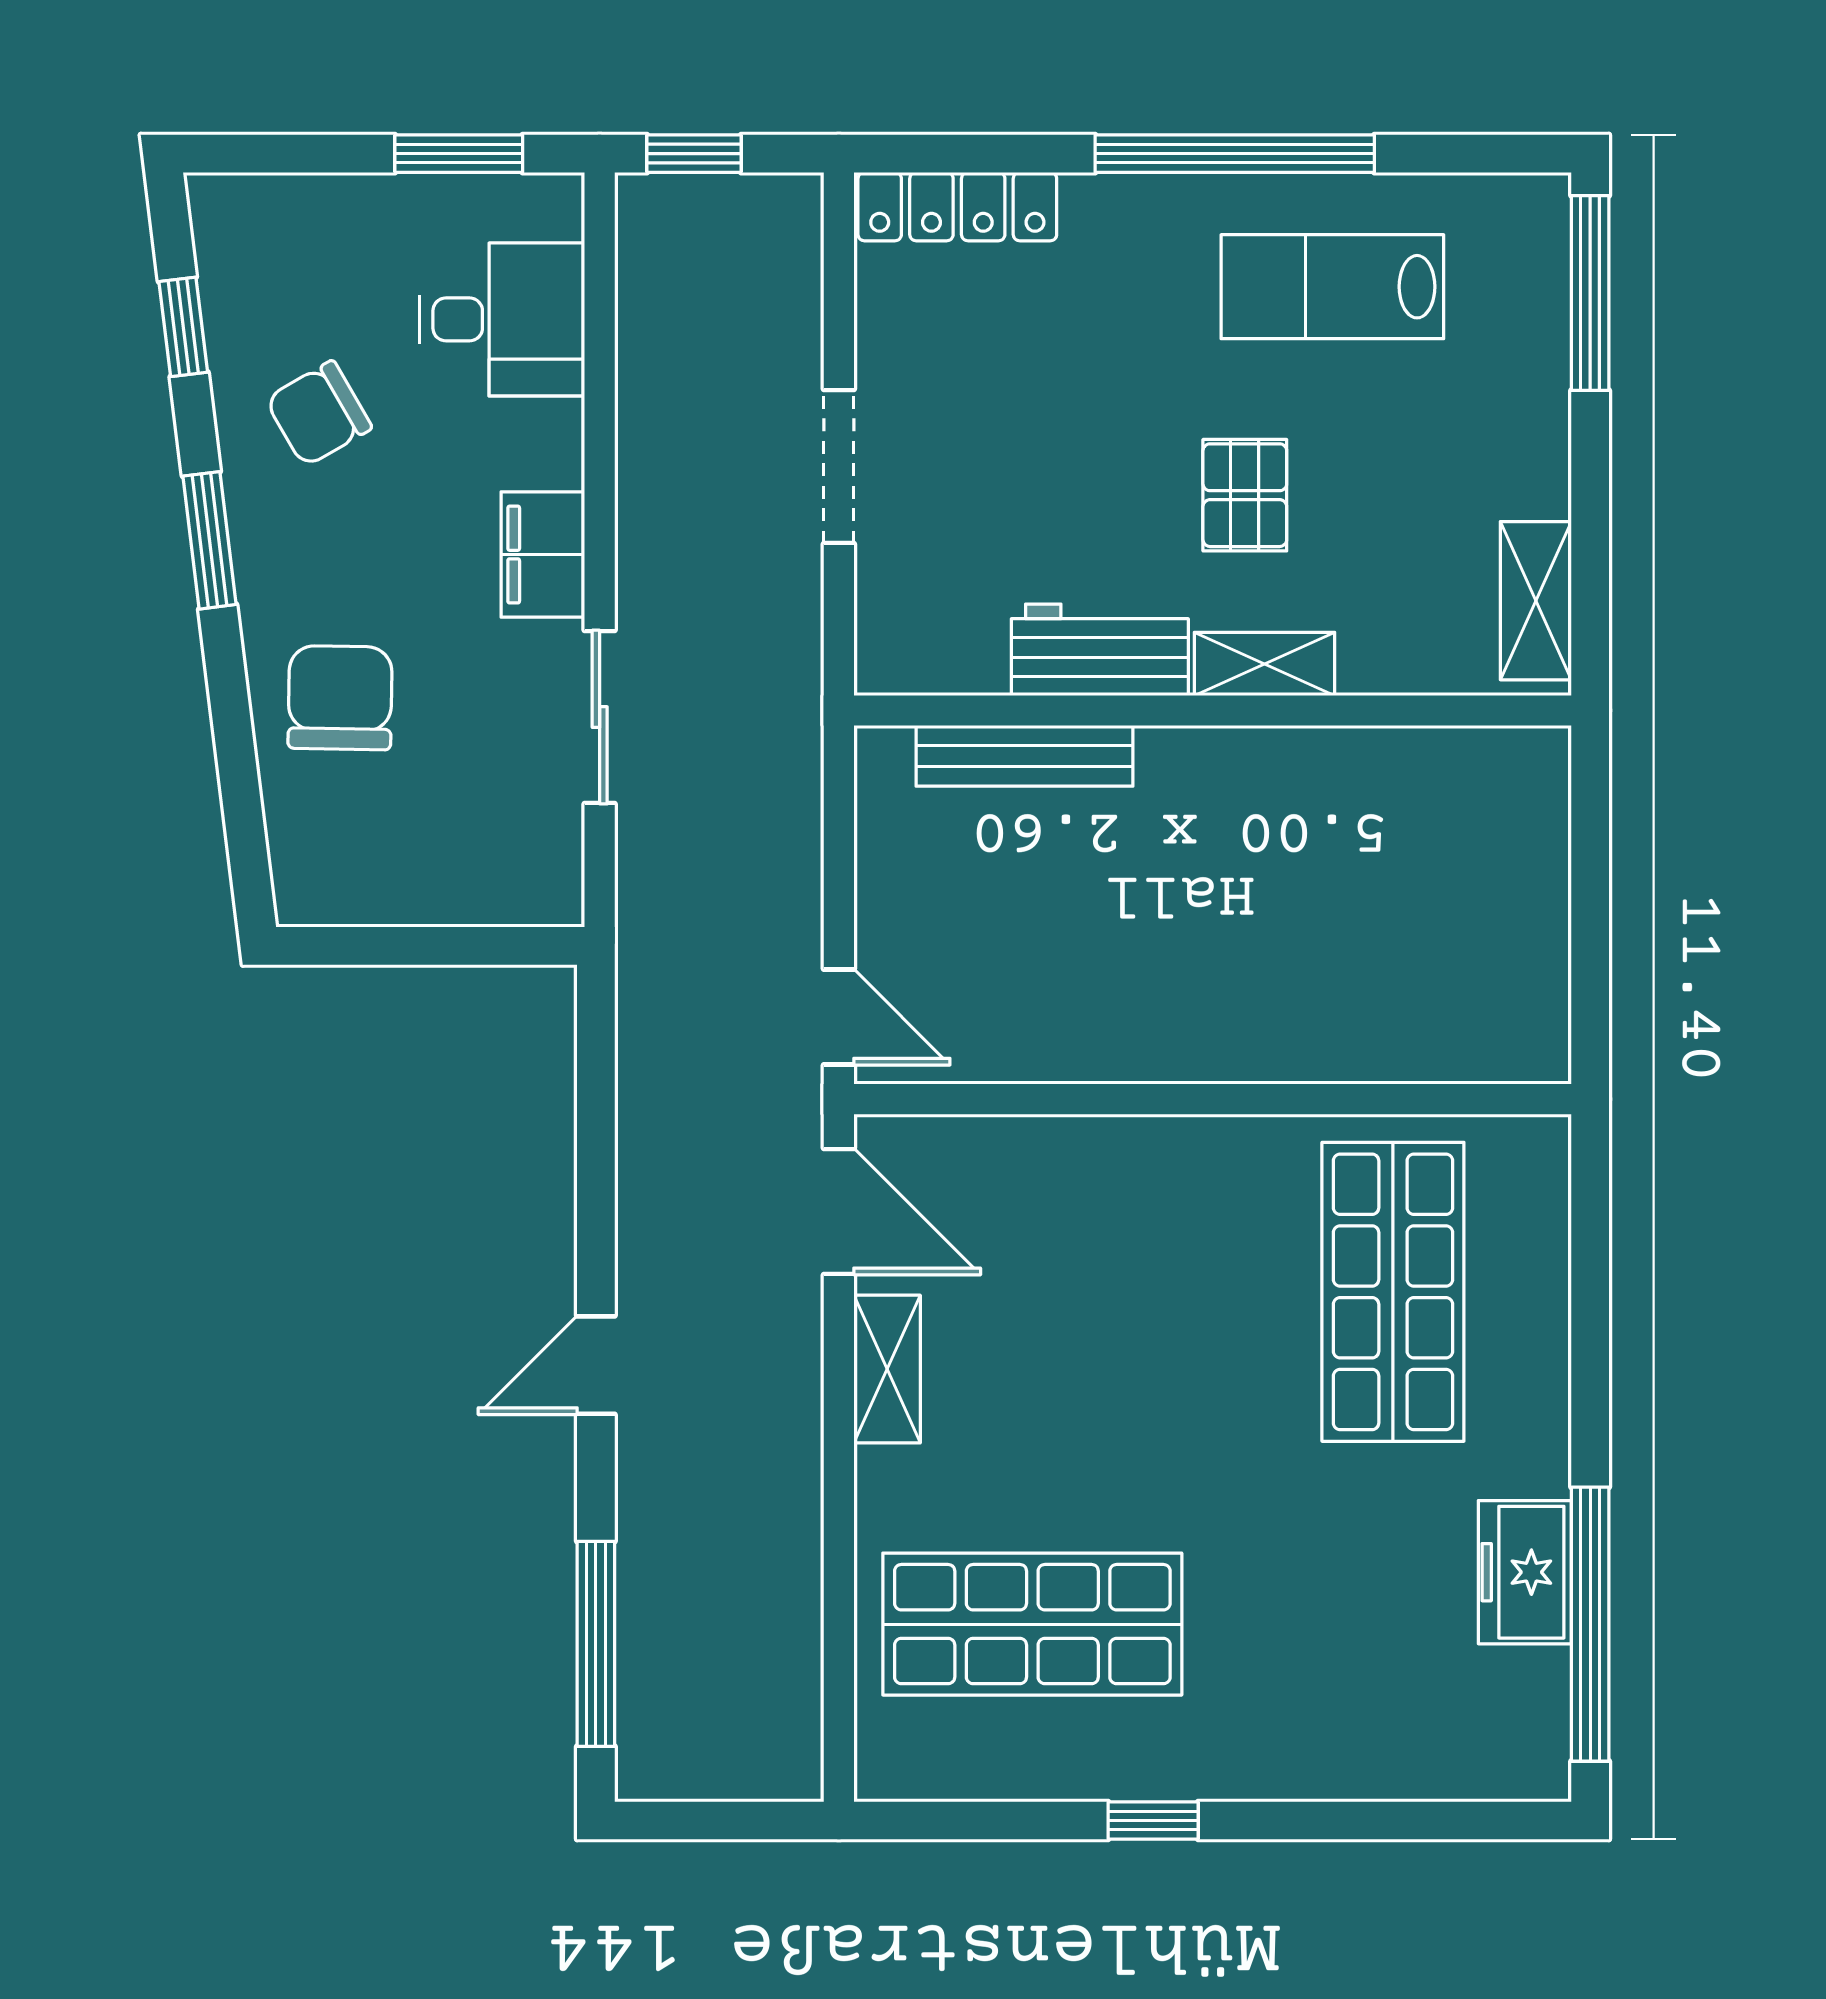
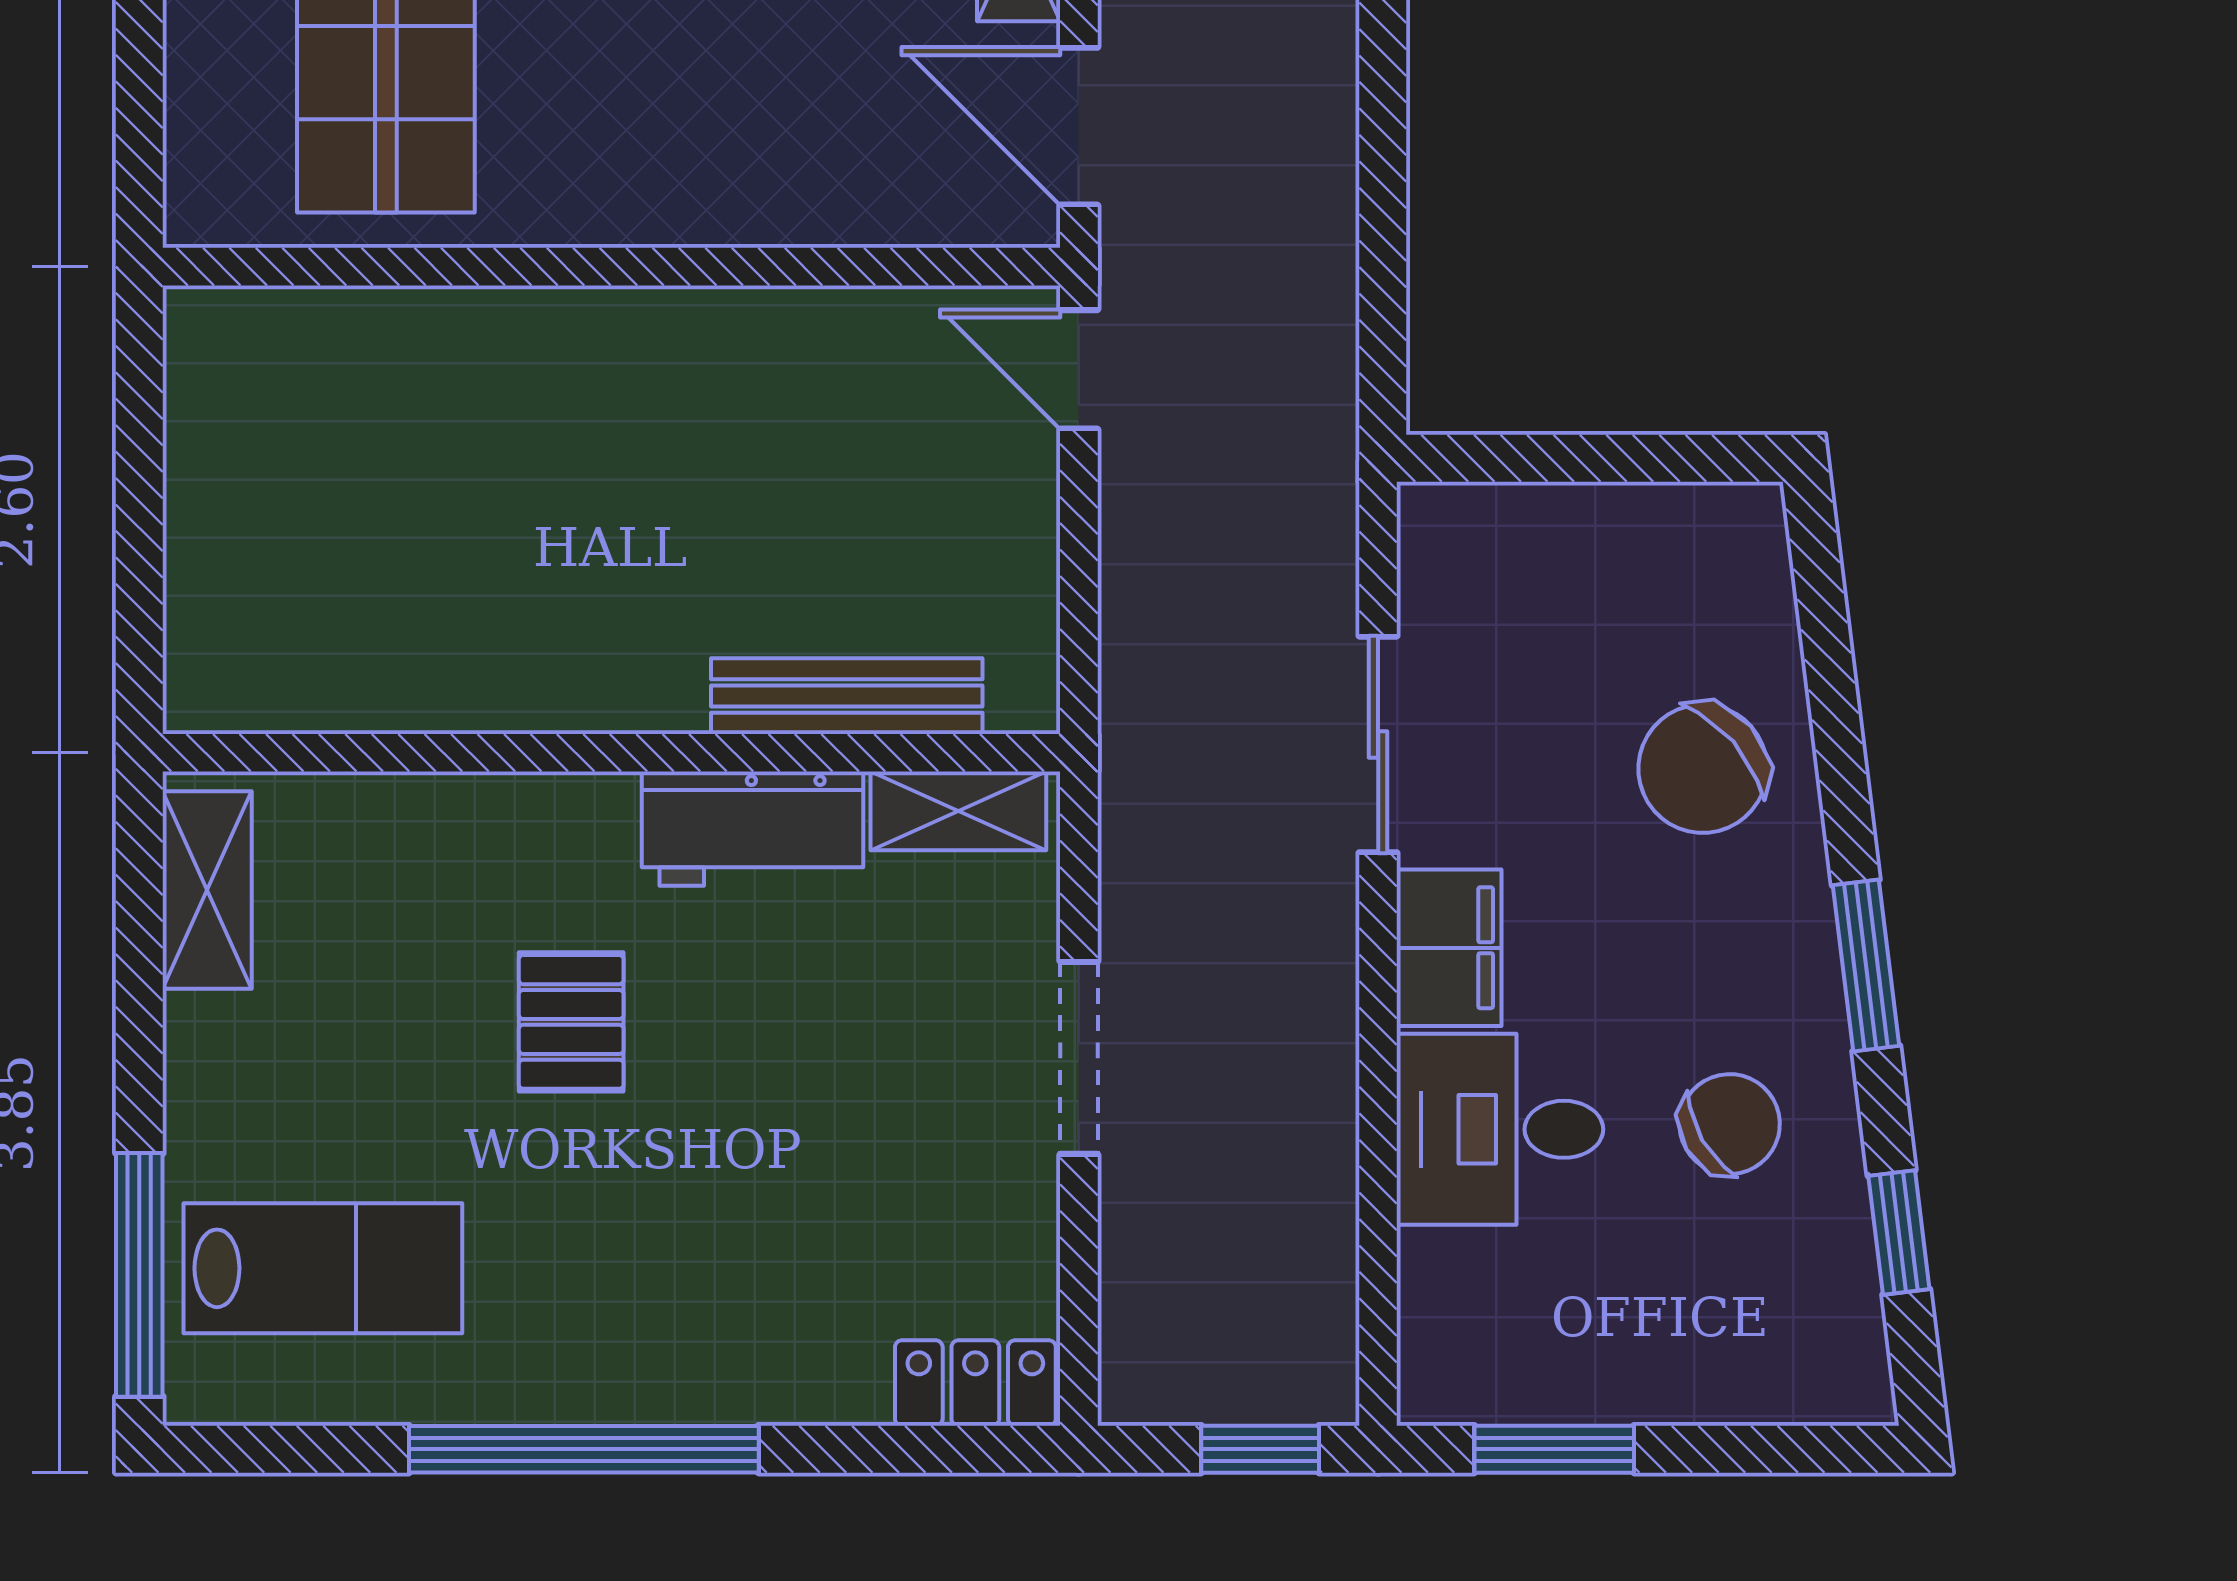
locker: (957, 207) -> (975, 1383), width x0.66
lab bench: (1332, 287) -> (323, 1268), moved
desk: (502, 319) -> (1500, 1129), moved
shelving: (1264, 664) -> (958, 811), moved
chair: (340, 698) -> (1703, 769), turned 48

